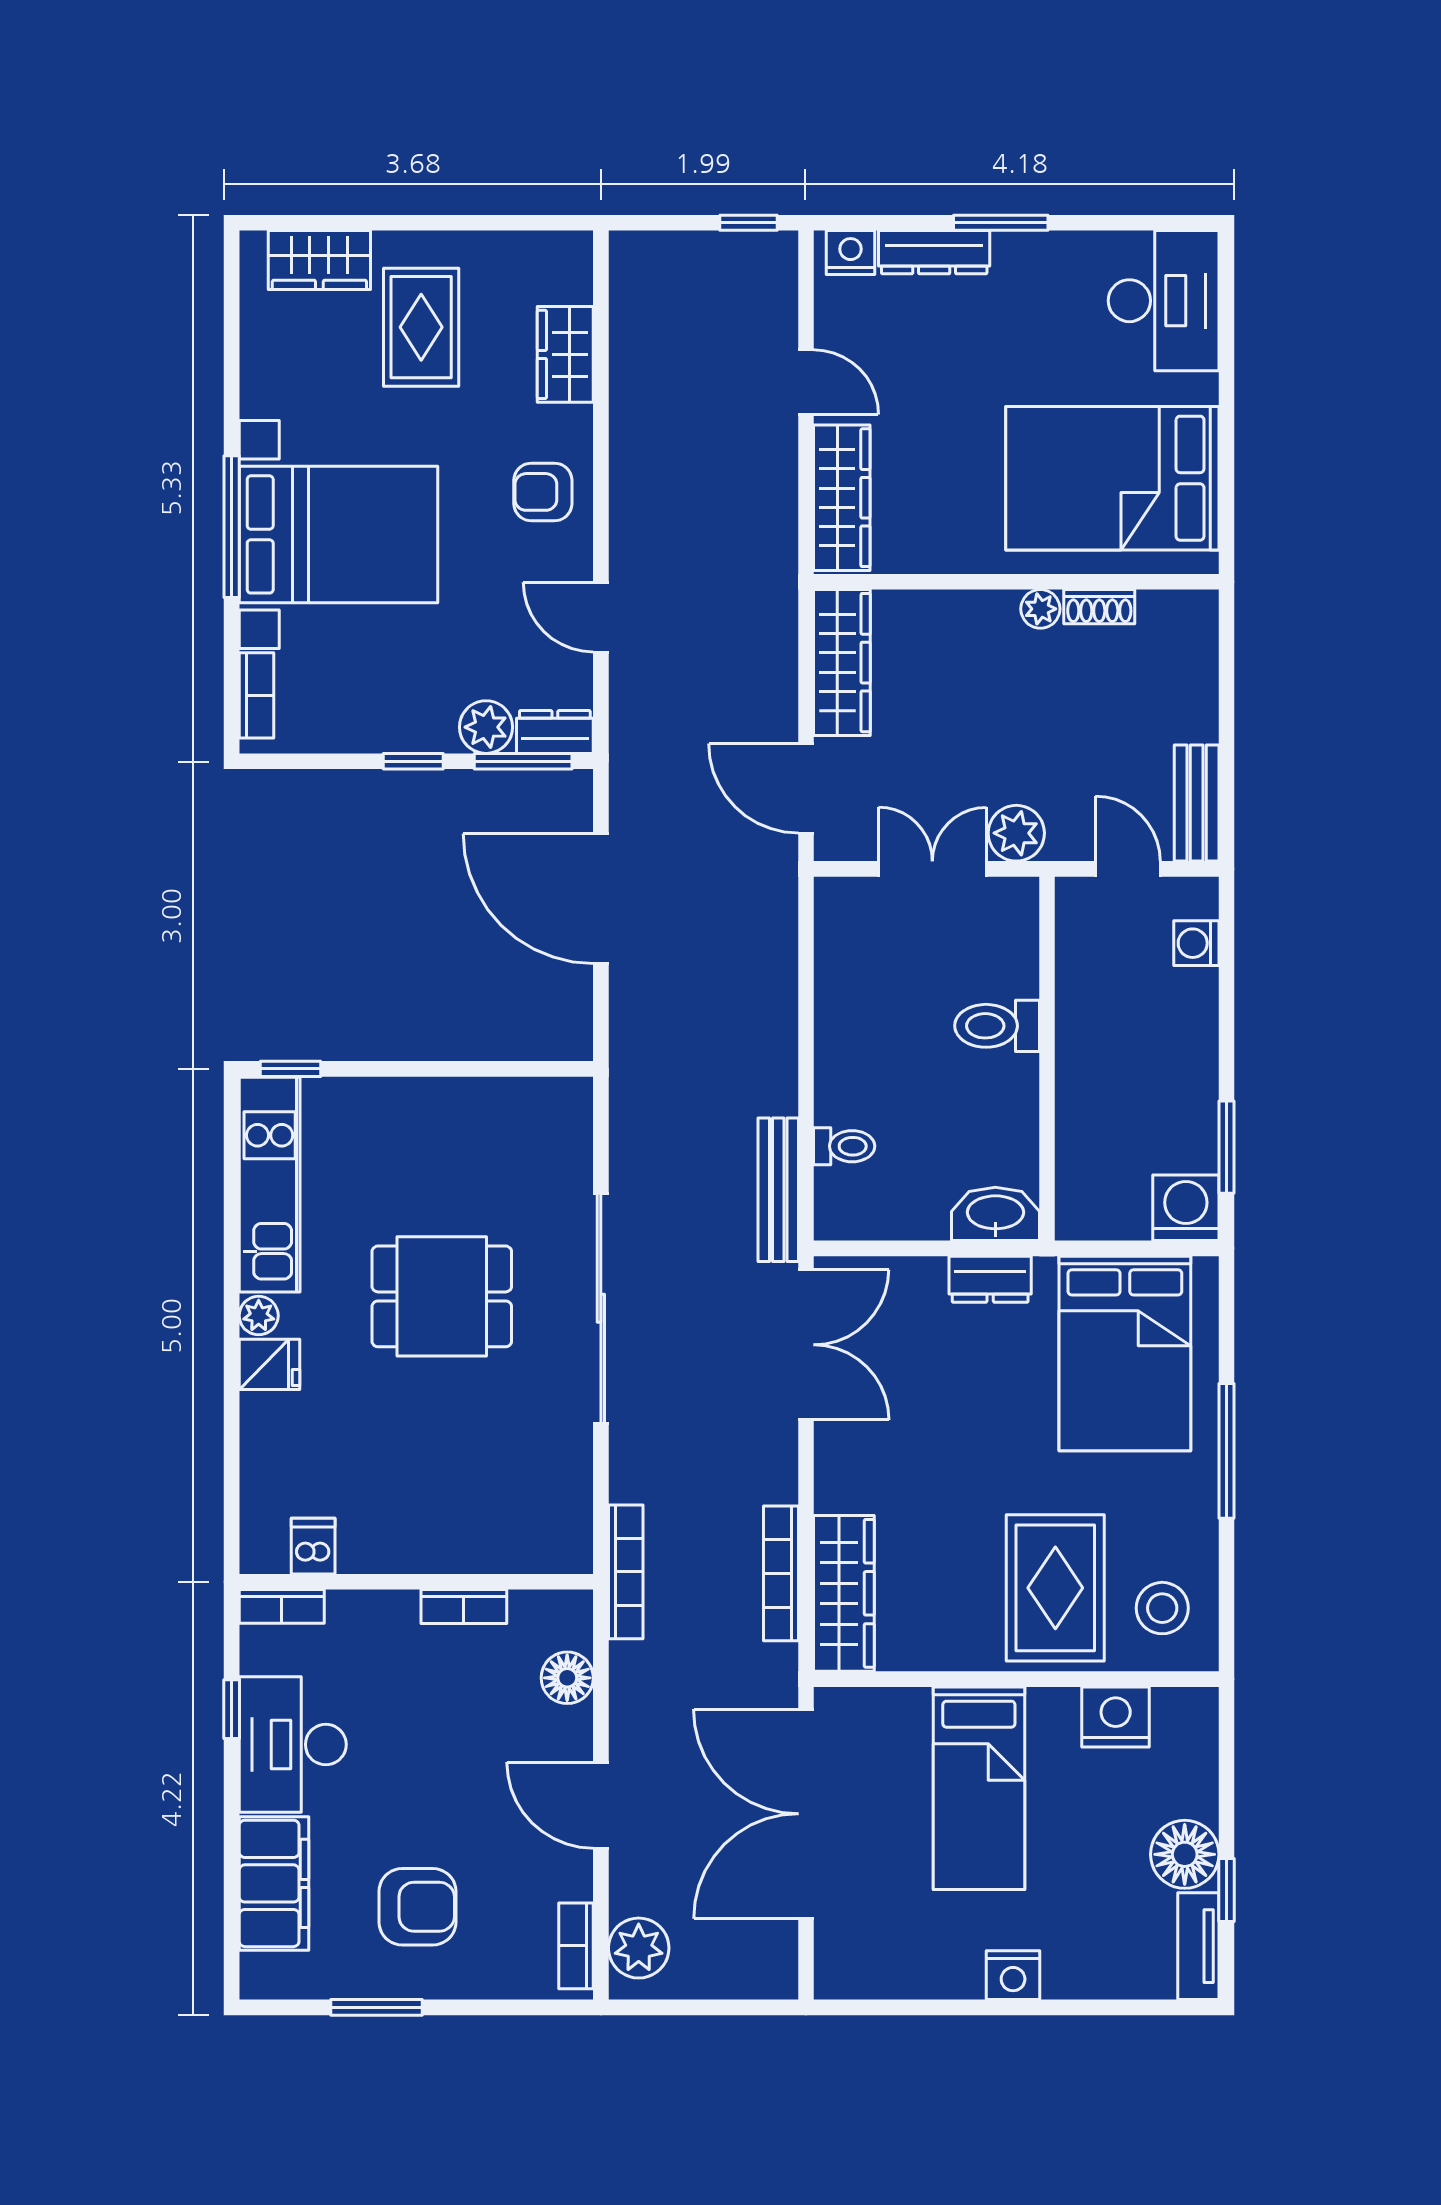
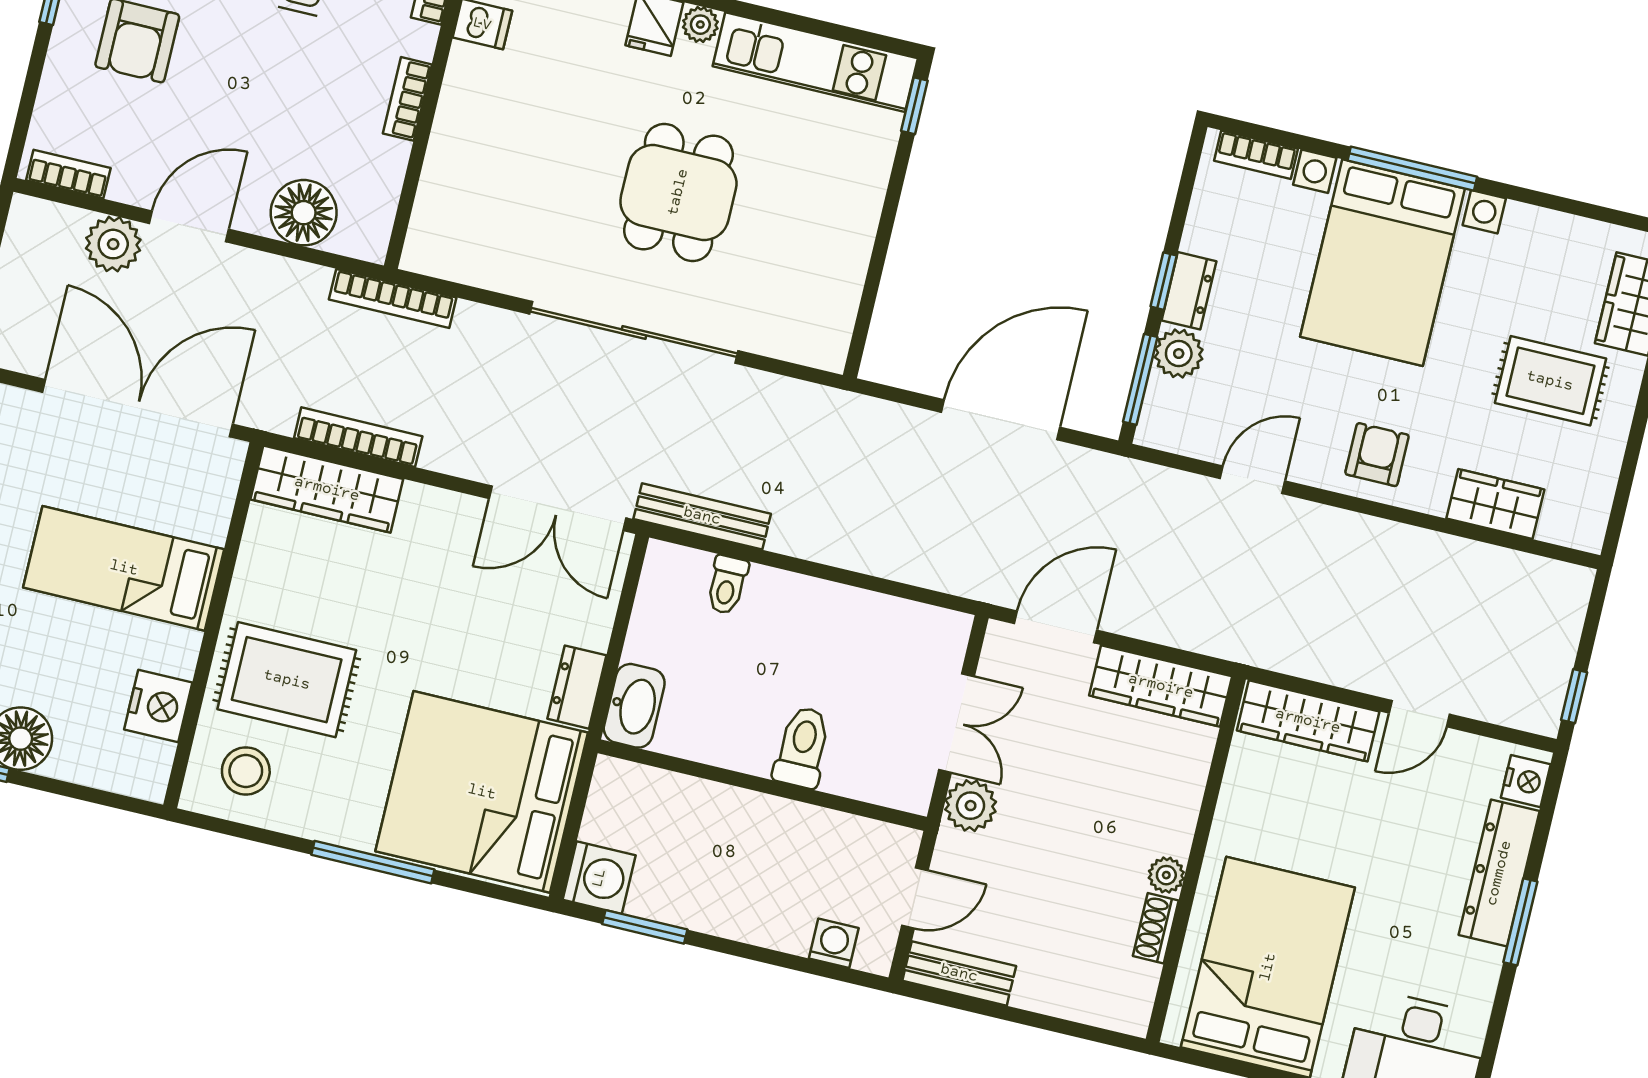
dresser: (934, 252) -> (1499, 873), width x1.37, depth x1.24
dresser: (555, 732) -> (1189, 291), moved
bed: (1125, 1353) -> (482, 792), width x1.36
bookcase: (464, 1607) -> (407, 99), moved
floor lamp: (567, 1678) -> (304, 213), width x1.38, depth x1.38
plant: (639, 1948) -> (113, 244), moved

